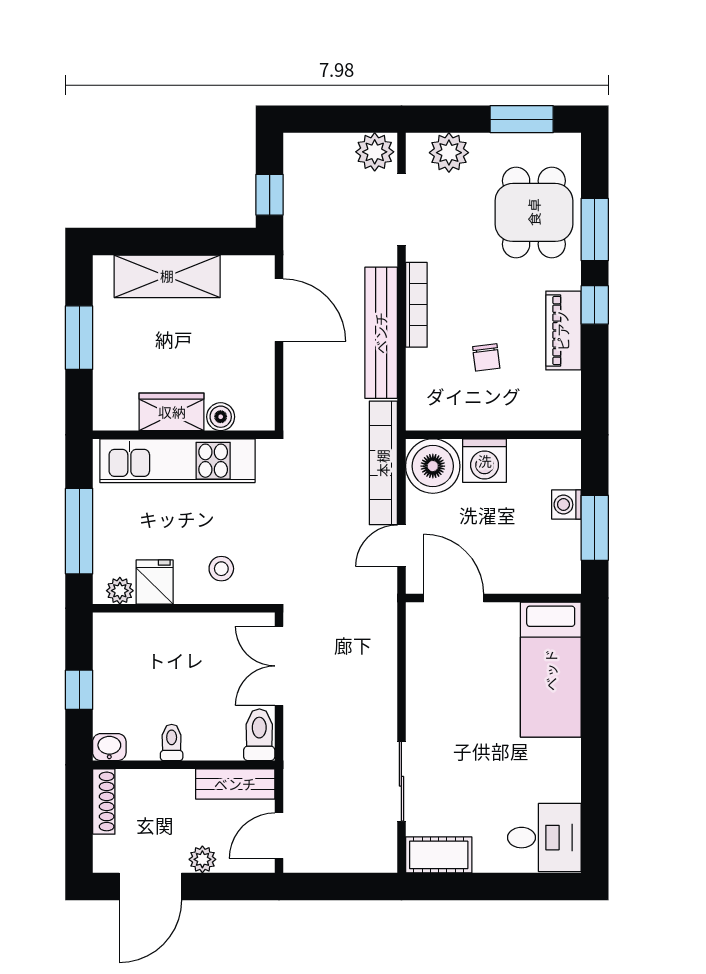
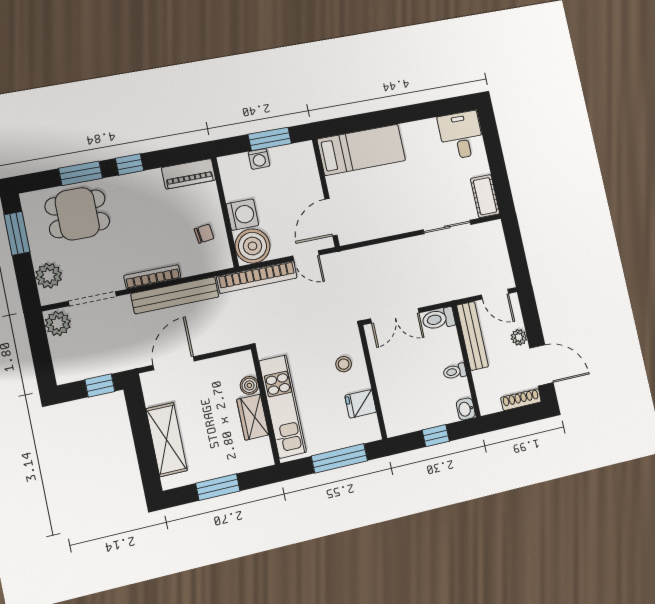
piano: (563, 330) -> (189, 174), moved
chair: (486, 357) -> (204, 234), moved
plant: (120, 591) -> (371, 424), removed
bench: (235, 784) -> (473, 336), width x1.36
shoe rack: (104, 801) -> (521, 400), moved

